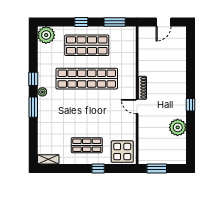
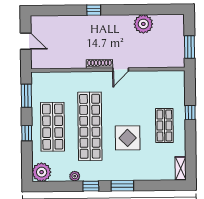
plant: (42, 92) -> (75, 176), moved
window: (191, 105) -> (94, 10), moved
display table: (122, 152) -> (128, 138), moved

